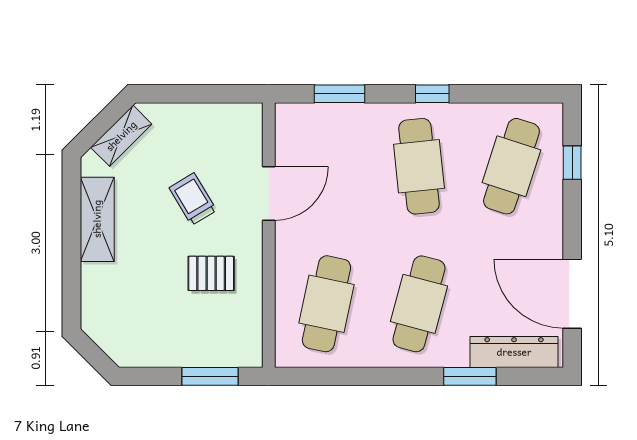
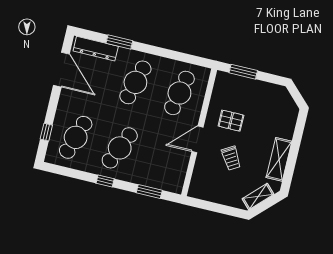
cafe table: (419, 166) -> (120, 148), turned 30
door: (269, 193) -> (197, 139), moved

